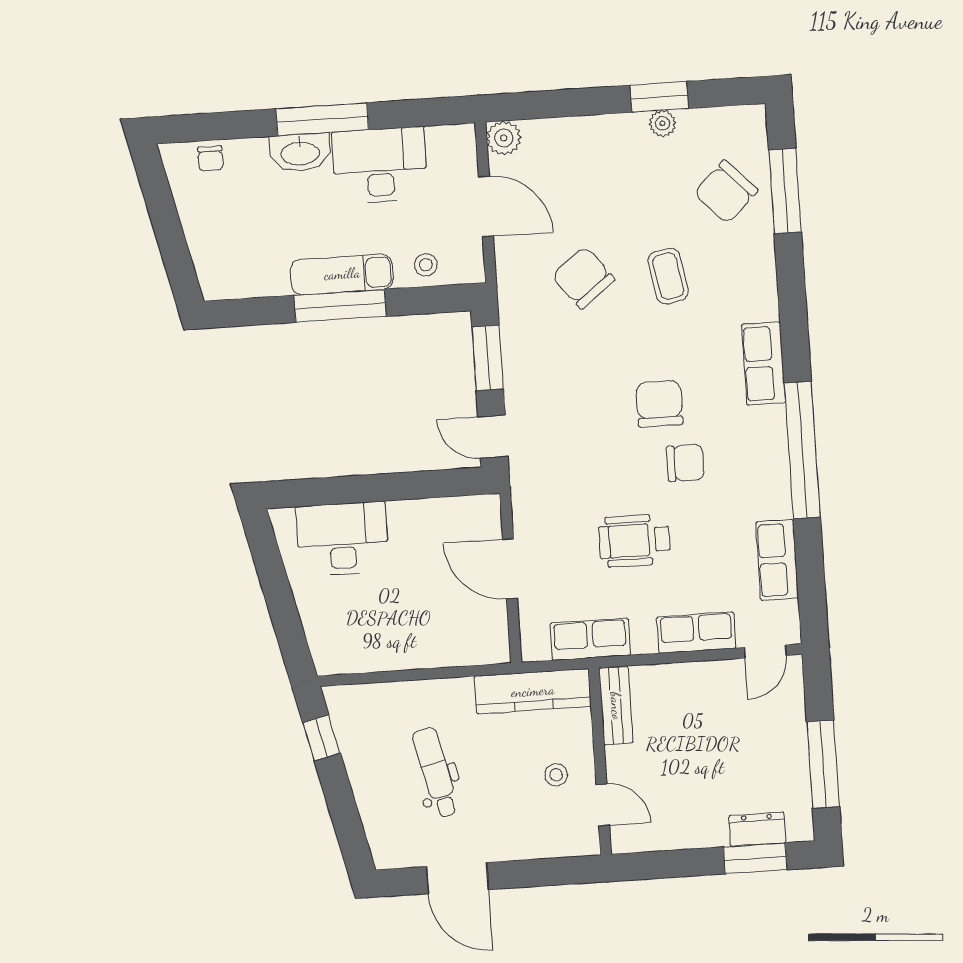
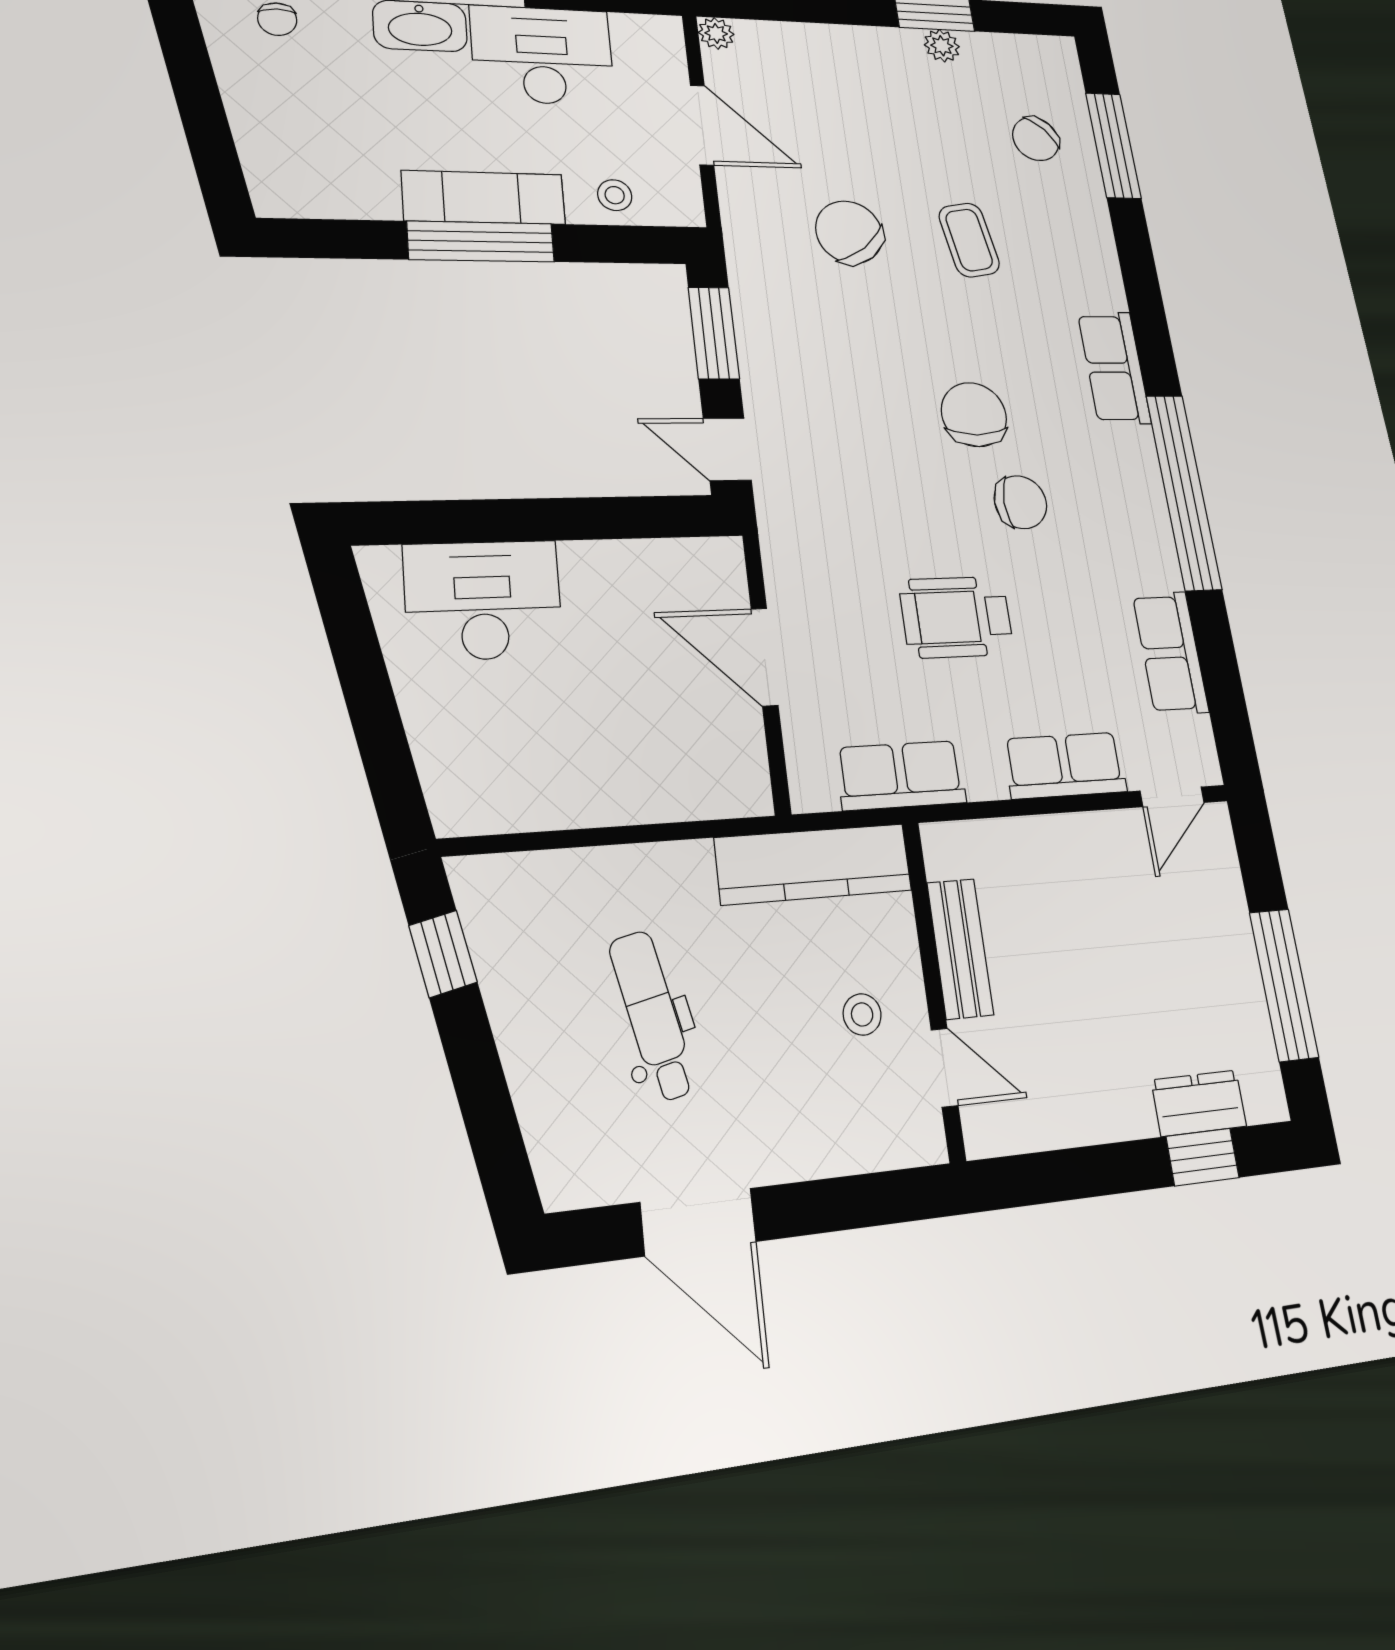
plant: (504, 138) -> (716, 33), width x0.73, depth x0.73
chair: (726, 192) -> (1036, 139), width x0.73, depth x0.73
bench: (616, 706) -> (960, 948), moved
window: (755, 858) -> (1202, 1157), width x0.67

